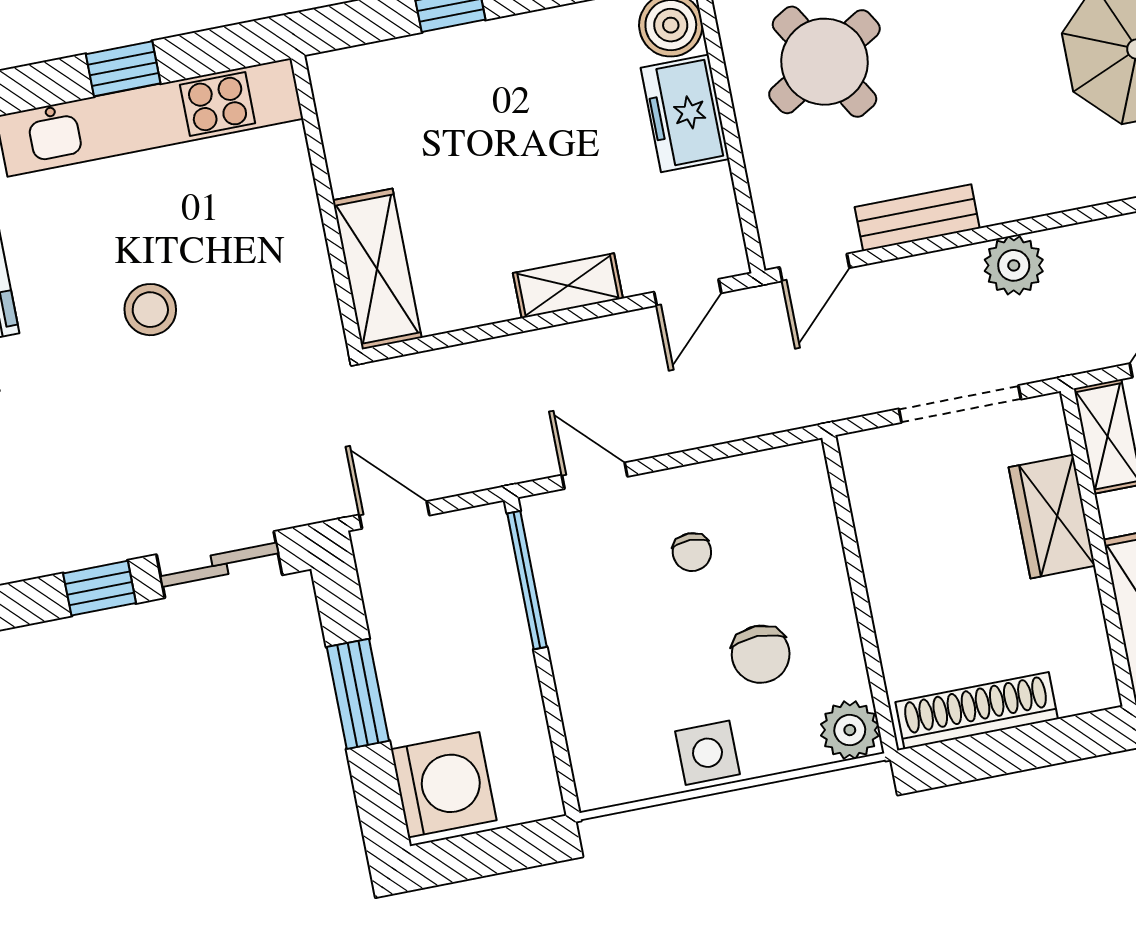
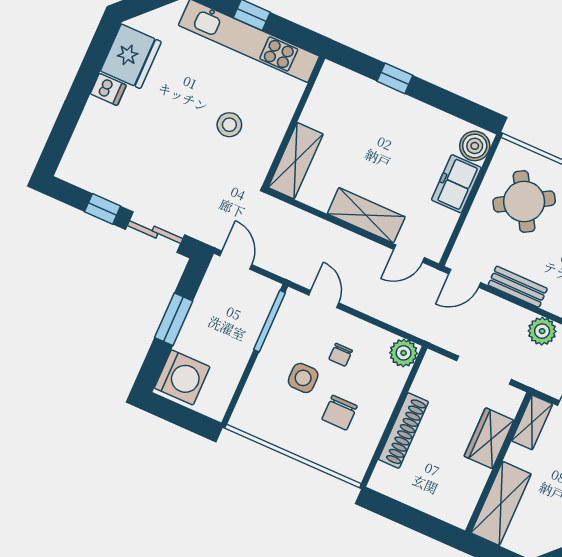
shelving: (568, 286) -> (366, 215), width x1.50, depth x1.33
stool: (150, 310) -> (229, 125), moved
shoe rack: (977, 711) -> (403, 431), moved, turned 90
plant: (850, 730) -> (404, 353), moved
side table: (707, 753) -> (303, 378), moved

